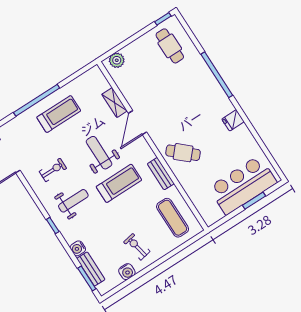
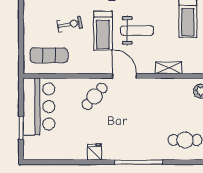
door: (138, 123) -> (124, 76), moved
bench: (161, 174) -> (89, 68), removed
bar counter: (243, 185) -> (39, 107), moved
exercise bike: (137, 247) -> (70, 24), moved

